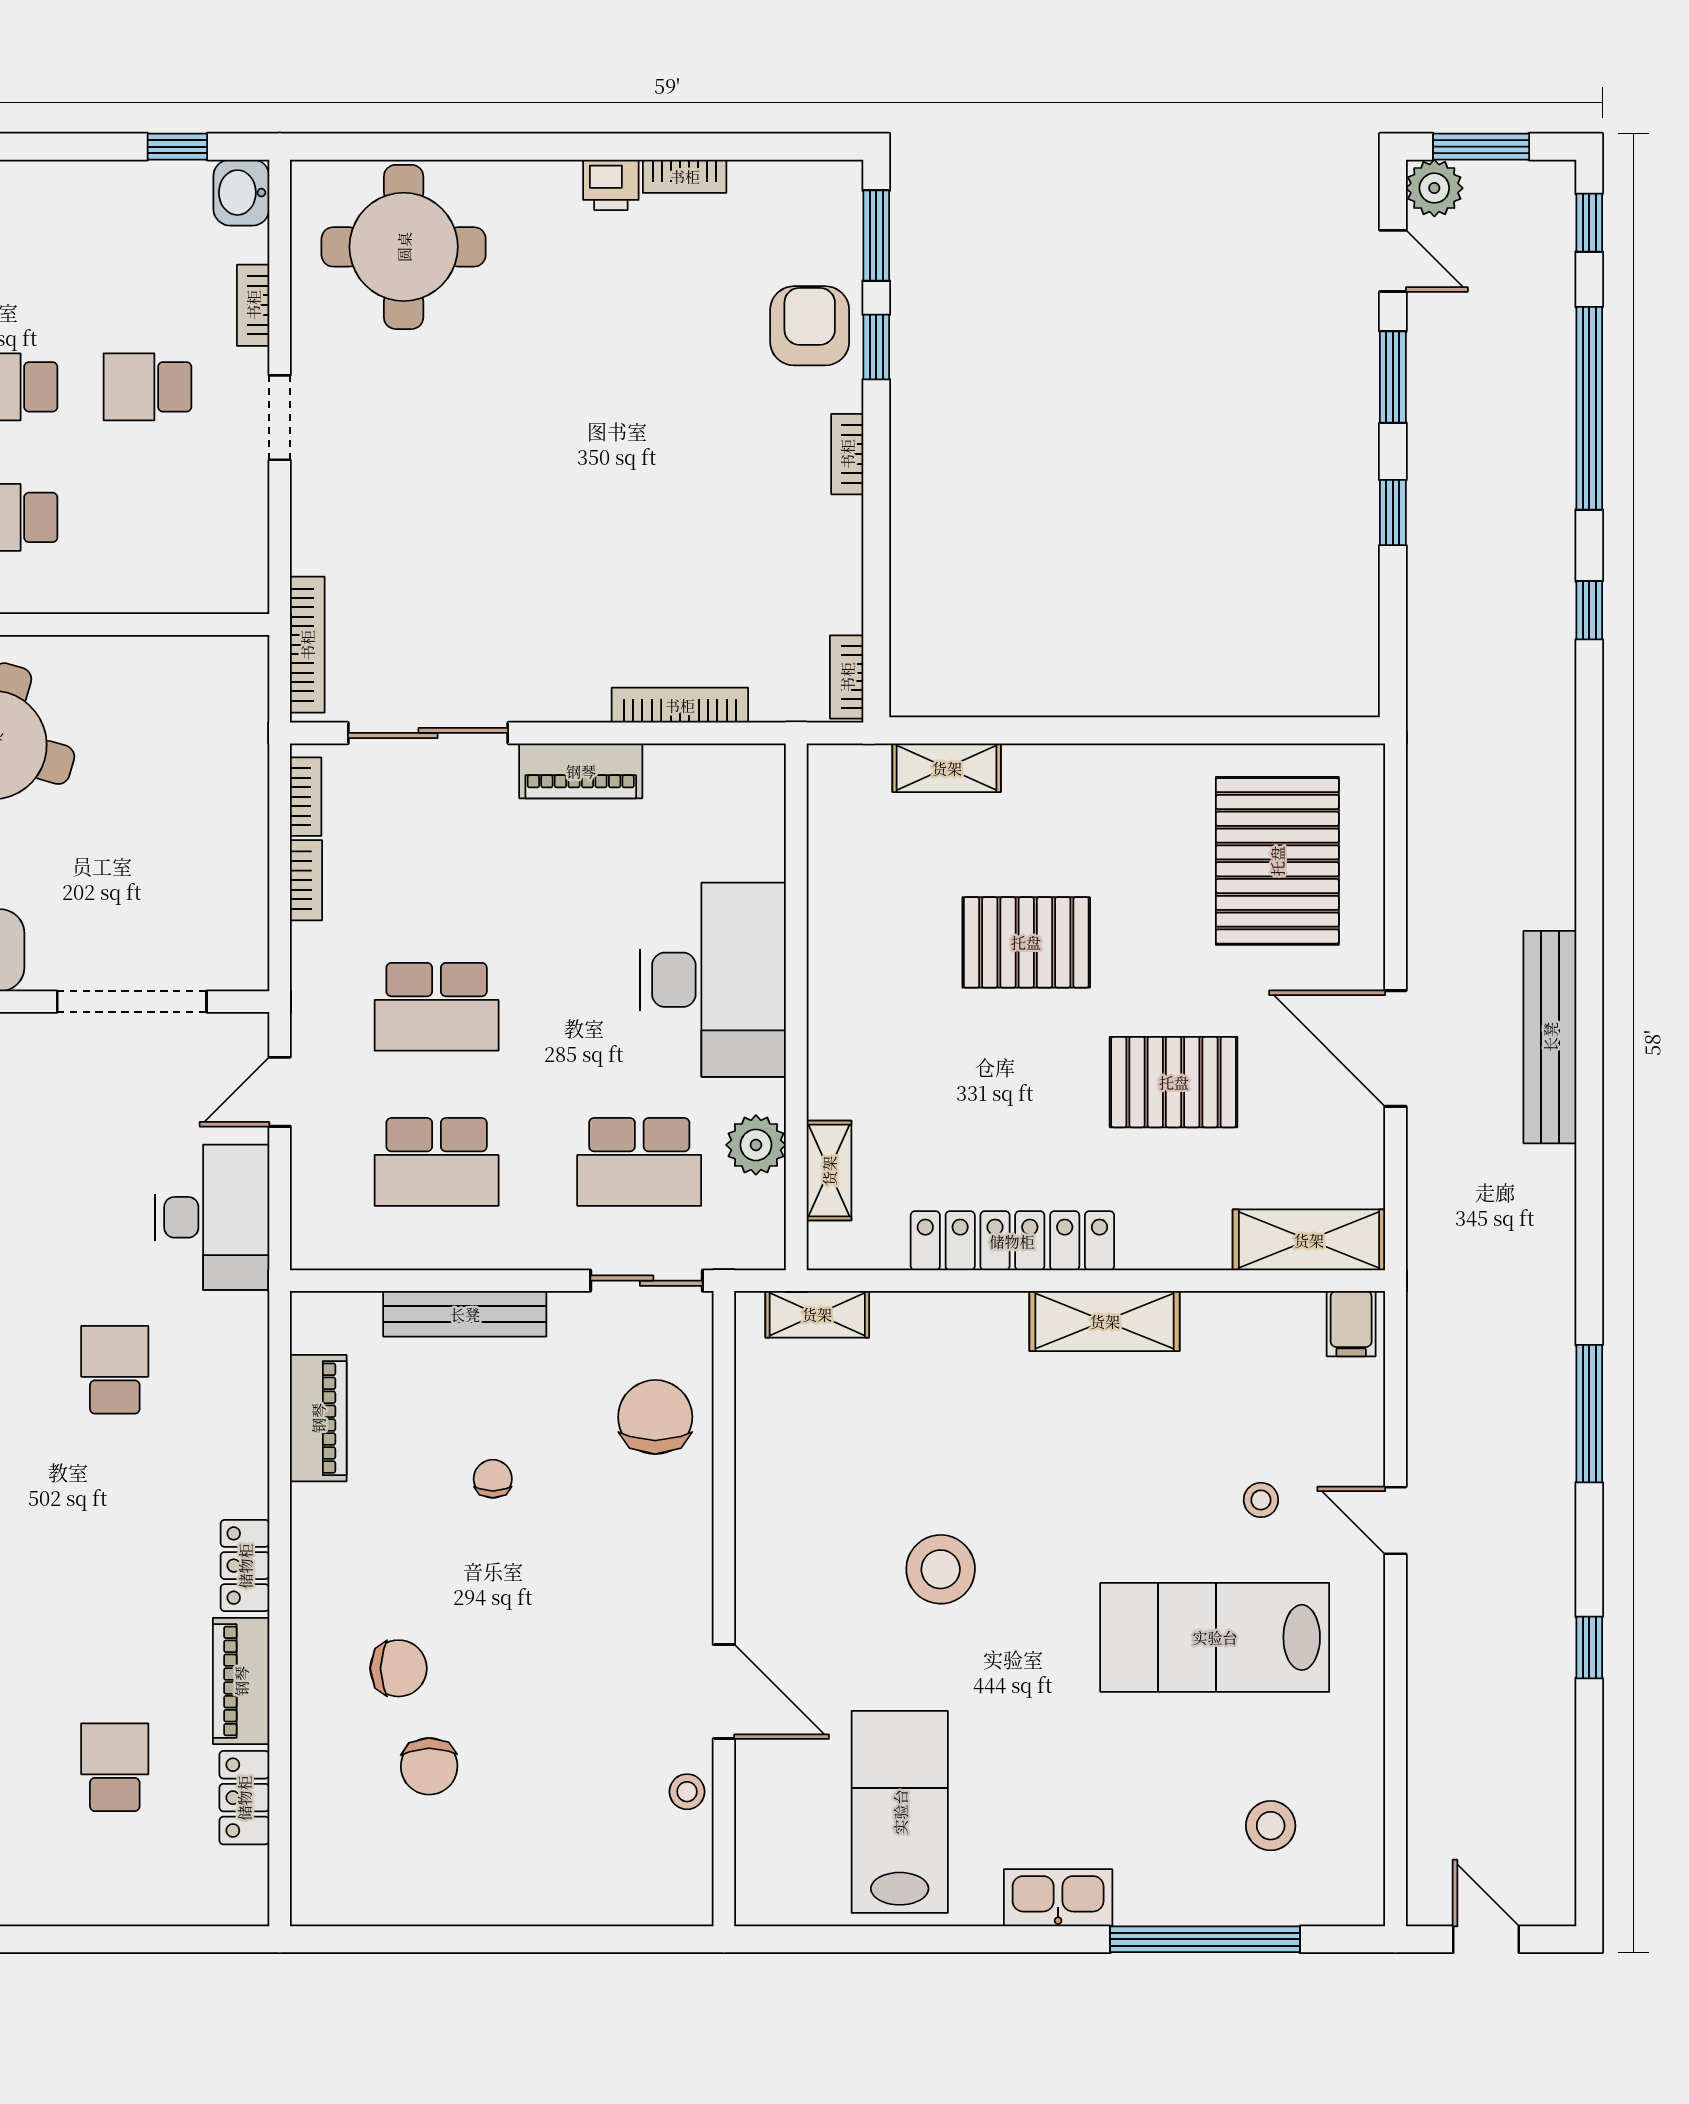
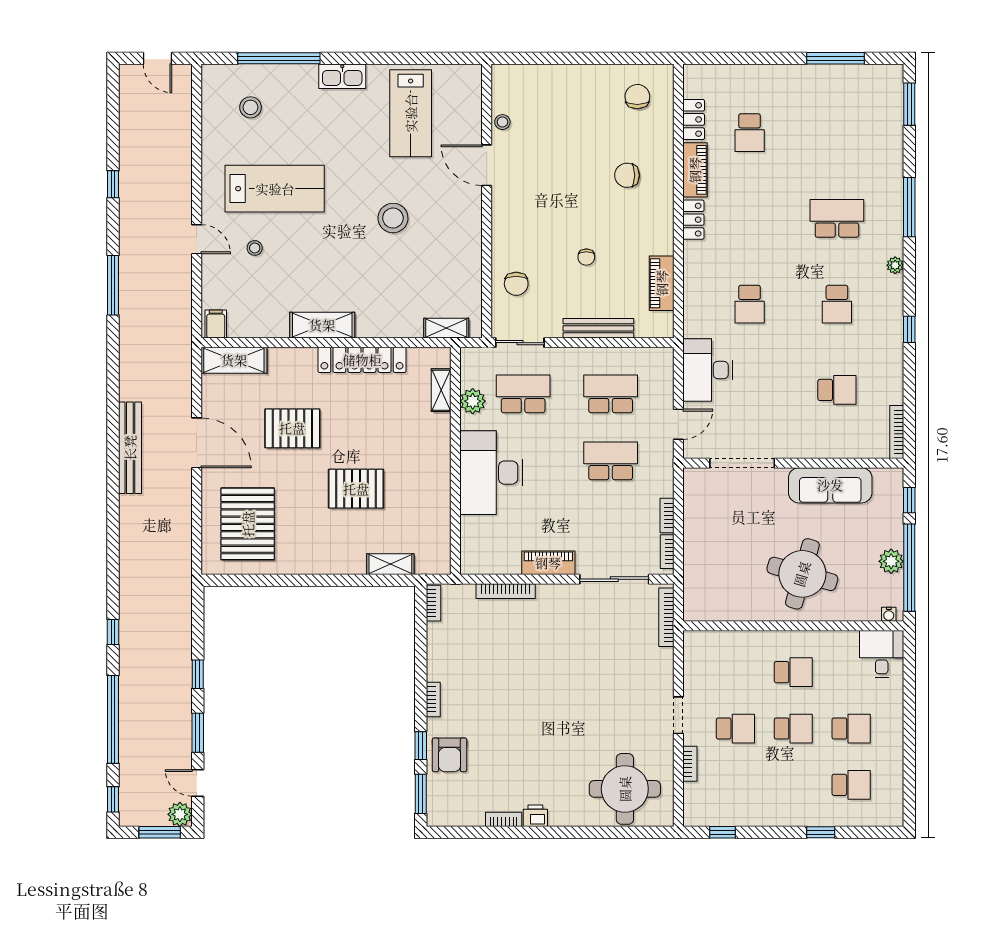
washbasin: (241, 193) -> (695, 812), removed
chair: (655, 1417) -> (516, 284), width x0.73, depth x0.73
chair: (429, 1766) -> (637, 97), moved

